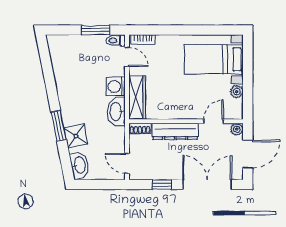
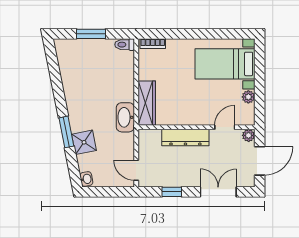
window: (96, 30) -> (91, 34), moved
door: (127, 57) -> (136, 61), removed
washing machine: (116, 87) -> (125, 92), removed
shoe rack: (140, 128) -> (149, 135), removed
washbasin: (79, 165) -> (86, 179), width x0.52, depth x0.69
double door: (207, 185) -> (218, 192), width x0.73

